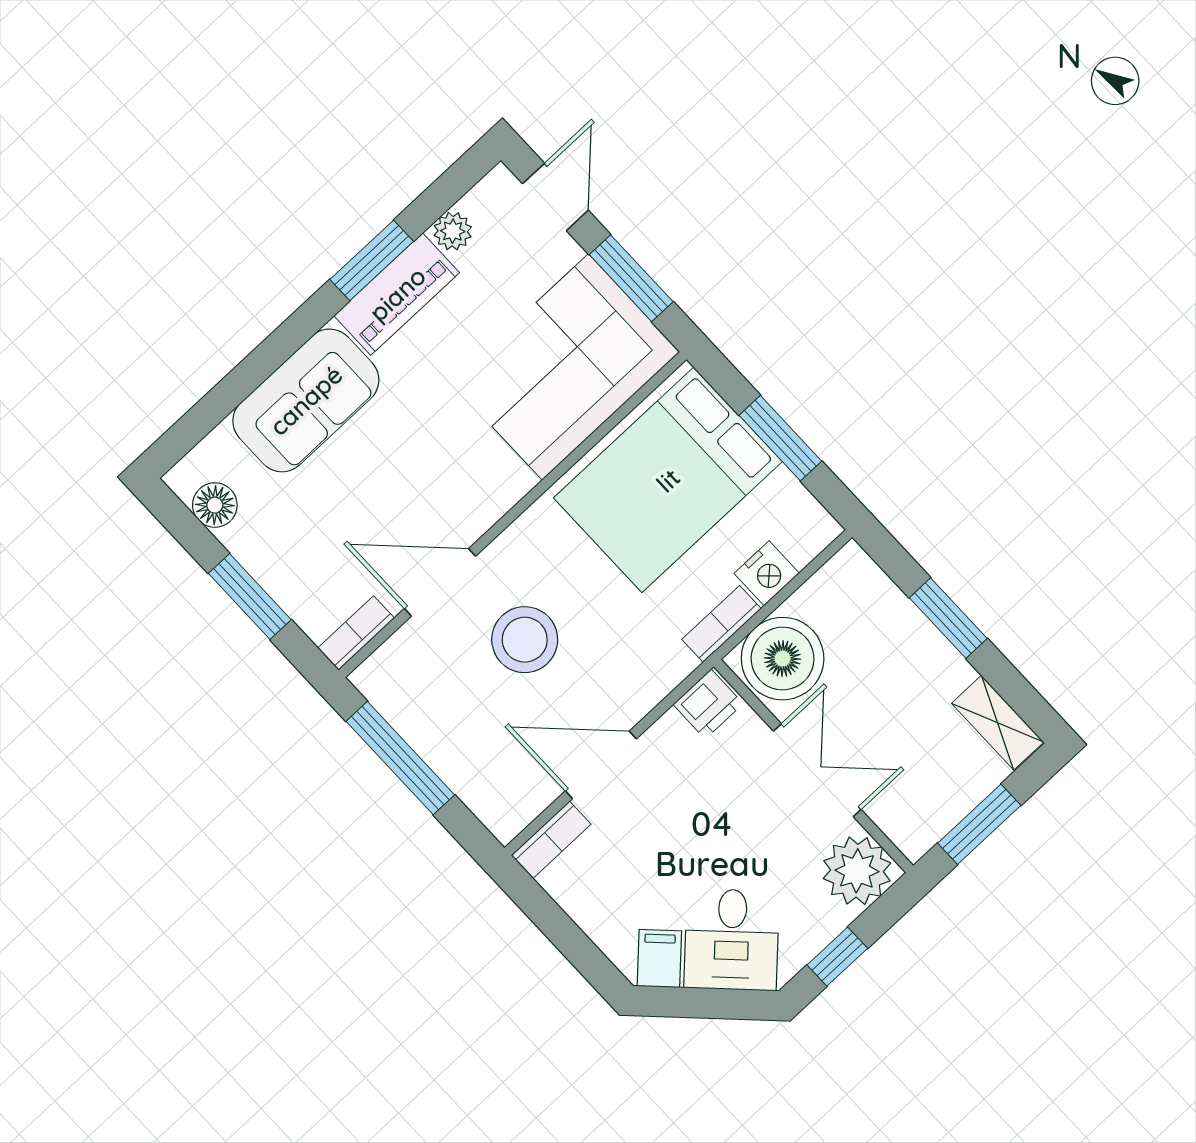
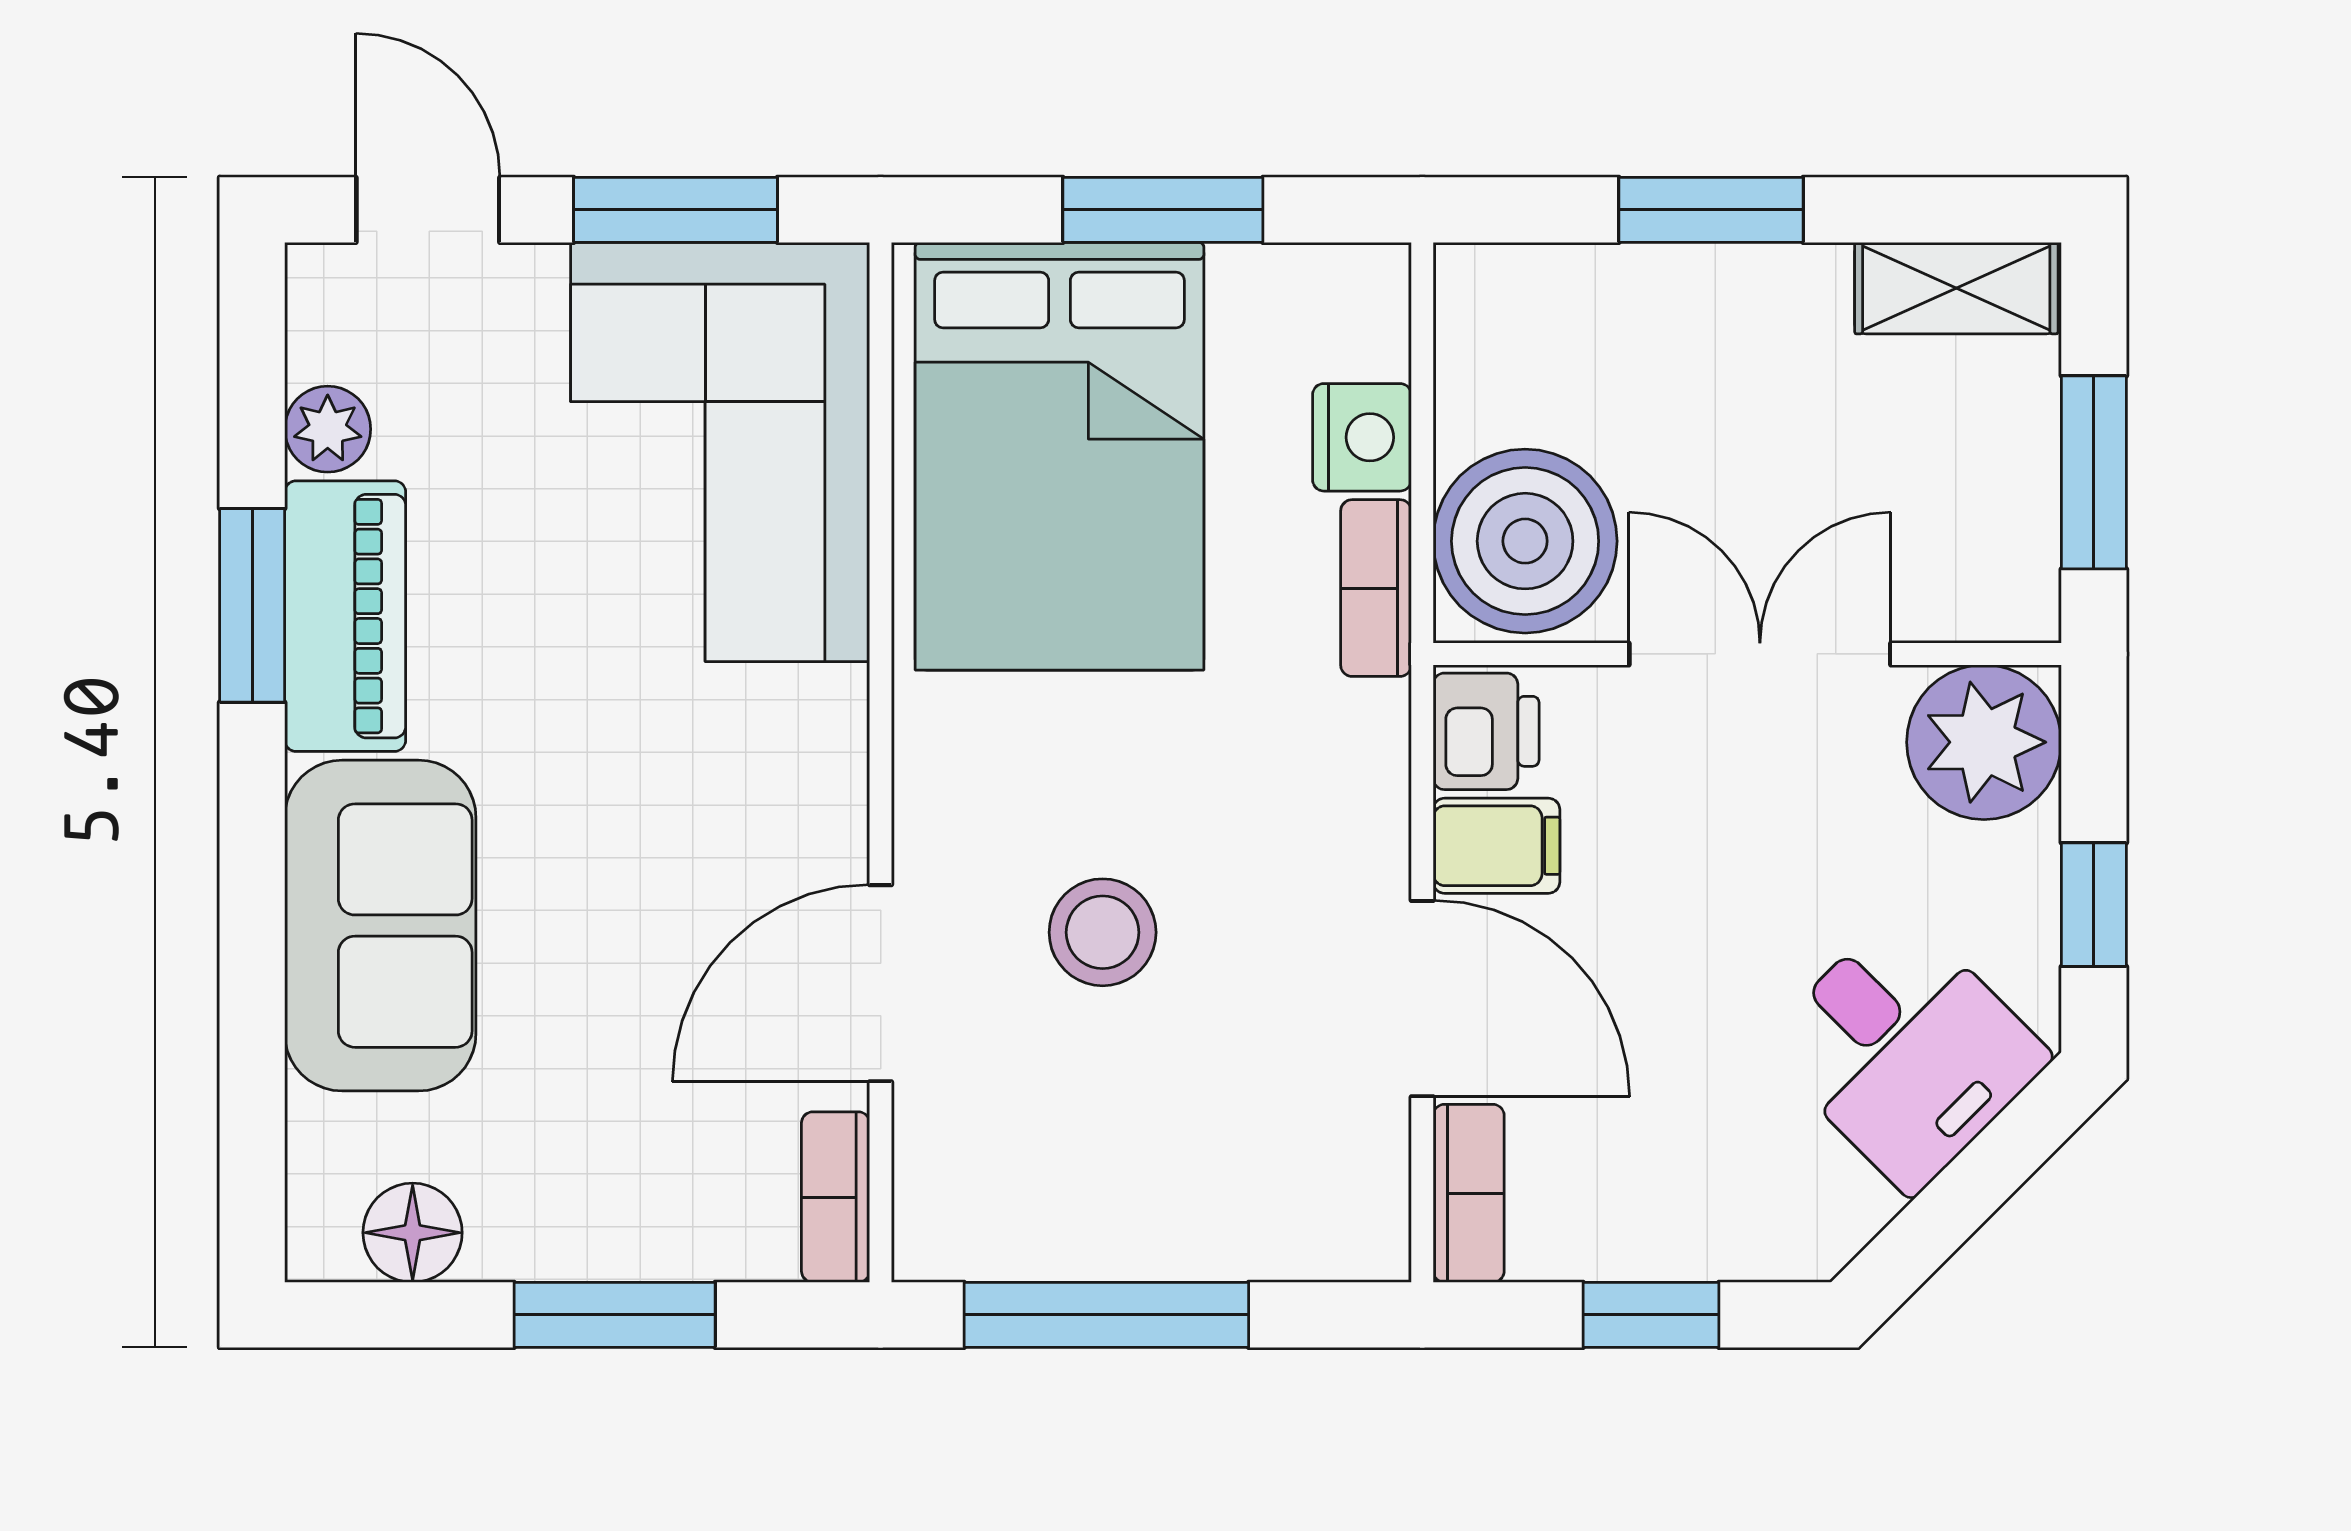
stool: (525, 640) -> (1103, 932), width x0.73, depth x0.73
door: (601, 765) -> (1422, 999), swing flipped
window: (567, 937) -> (1651, 1315), added
filing cabinet: (659, 959) -> (1496, 846), moved, turned 135

